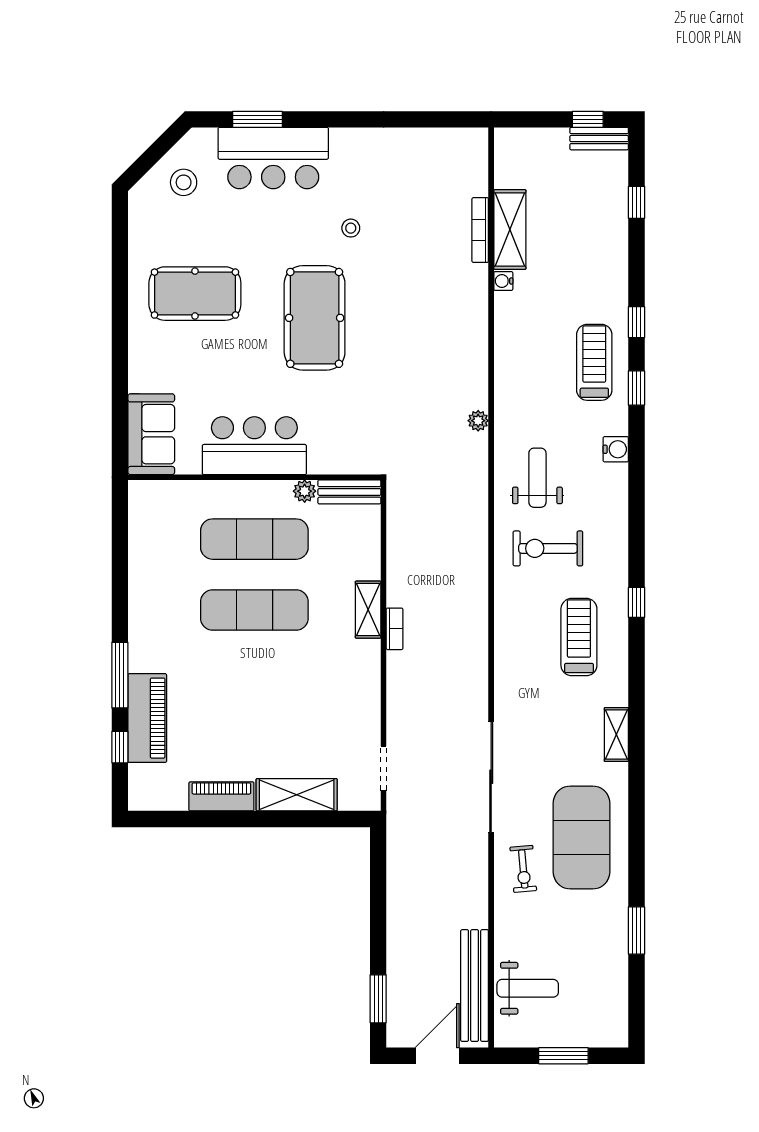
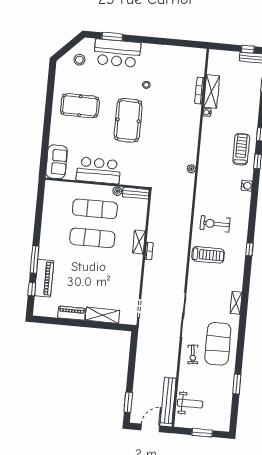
weight bench: (537, 478) -> (213, 194), removed
treadmill: (579, 637) -> (208, 255), moved, turned 90

